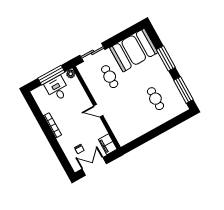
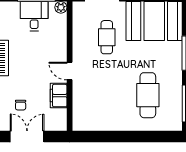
cafe table: (155, 99) -> (148, 95), width x1.37, depth x1.35
filing cabinet: (108, 144) -> (59, 96), moved

